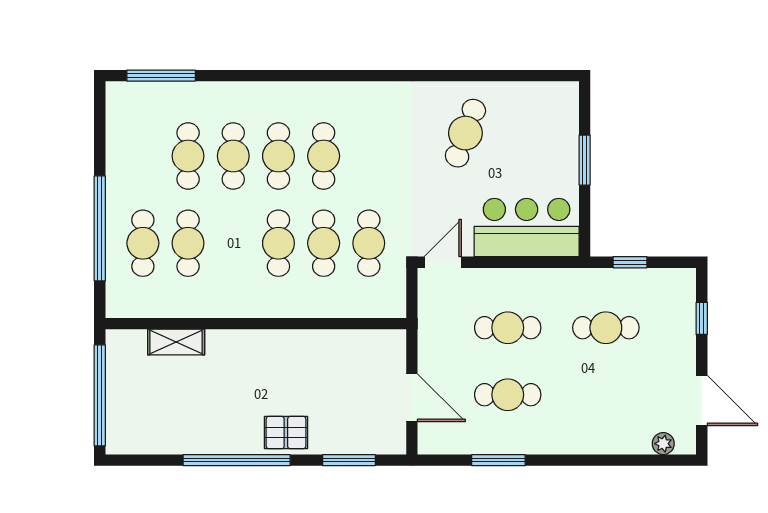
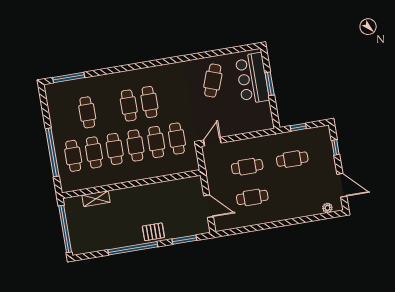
cafe table: (233, 156) -> (115, 149), moved
bar counter: (527, 228) -> (252, 78), moved, turned -90
window: (498, 460) -> (253, 228), removed

